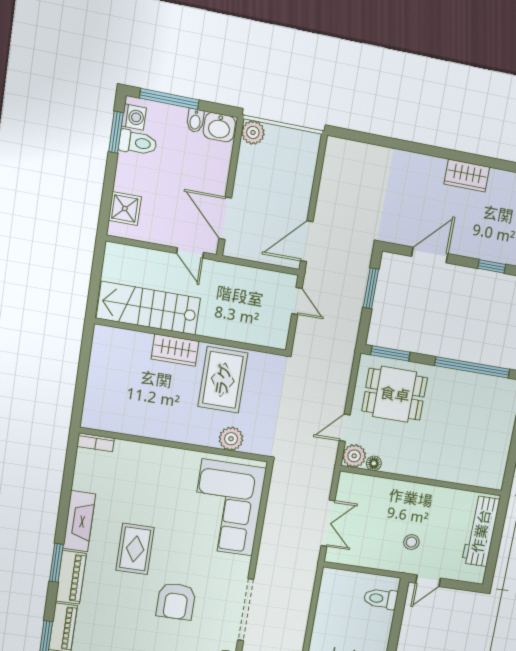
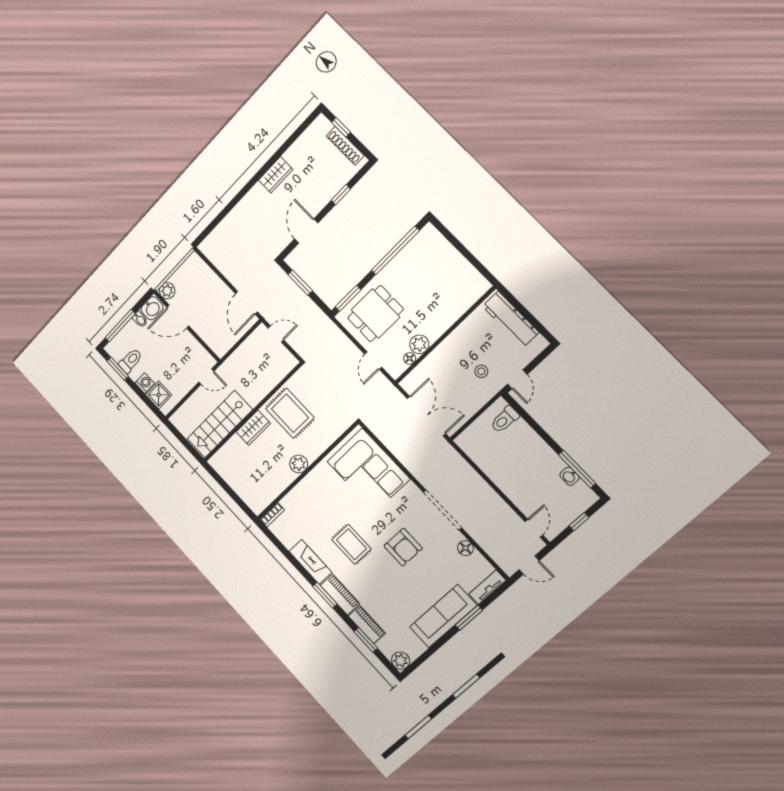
washing machine: (134, 117) -> (145, 383), moved
door: (225, 218) -> (178, 317), moved
plant: (231, 439) -> (299, 464), moved
plant: (354, 456) -> (419, 344), moved
double door: (328, 523) -> (426, 416), width x1.37

